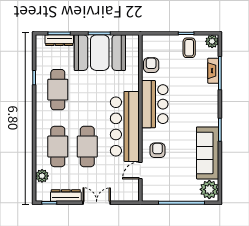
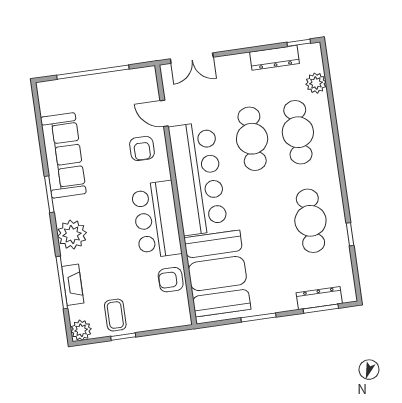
booth: (100, 53) -> (217, 274), moved, turned 90
armchair: (151, 65) -> (171, 280), turned 90
door: (140, 170) -> (164, 113), swing flipped
plant: (209, 189) -> (72, 235), moved
double door: (97, 203) -> (192, 58), moved

